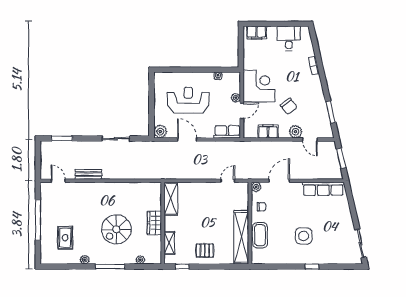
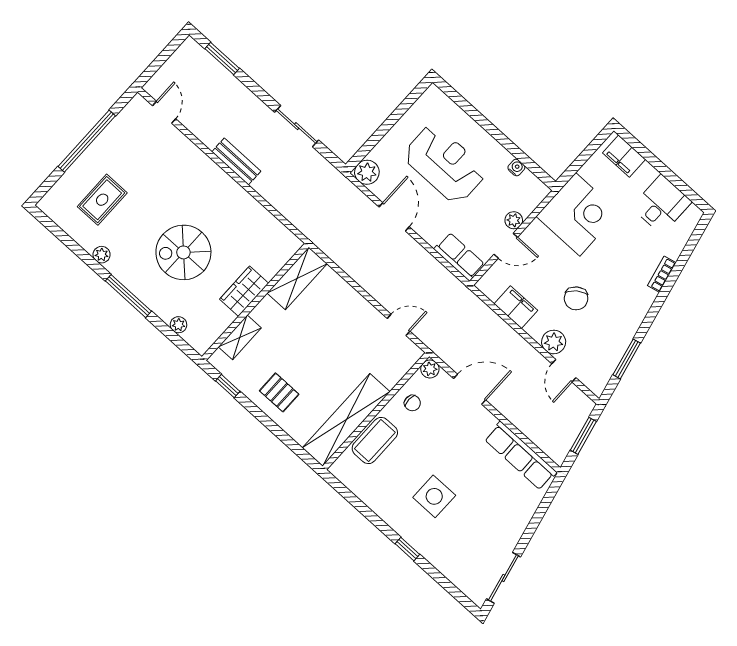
corner desk: (259, 86) -> (578, 214), moved
bench: (89, 174) -> (236, 162), moved

